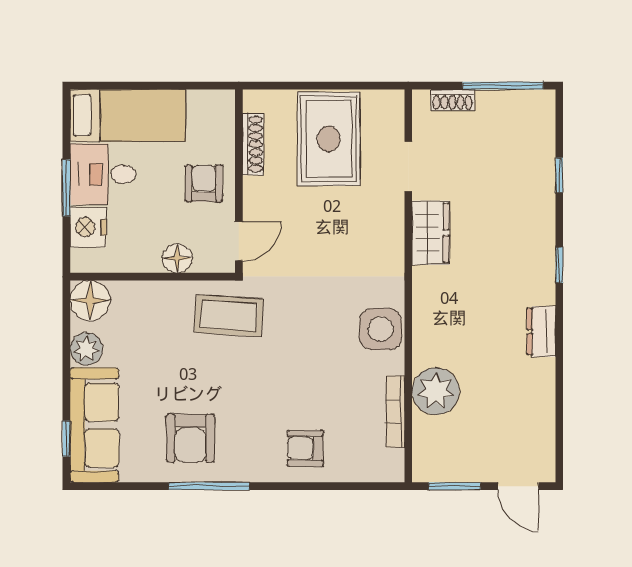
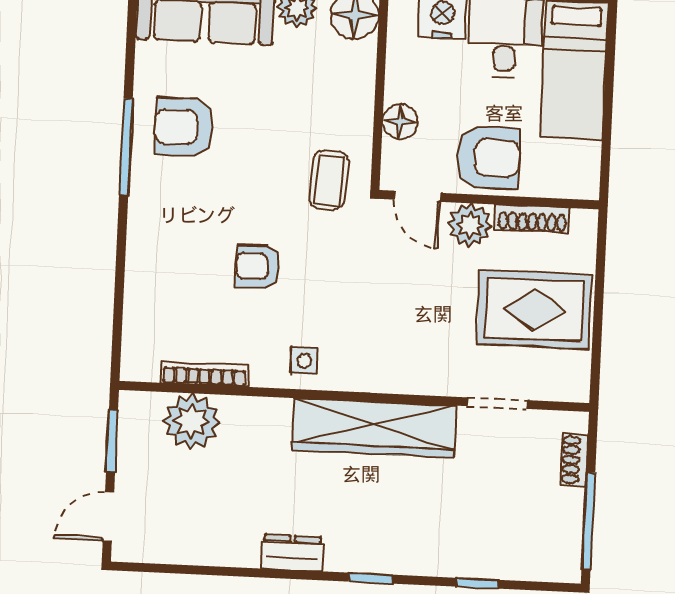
armchair: (204, 183) -> (488, 158), width x1.38, depth x1.38
plant: (261, 196) -> (470, 225), added
wardrobe: (431, 233) -> (374, 428), width x2.10, depth x1.17
coffee table: (229, 316) -> (329, 180), width x0.73, depth x0.77
side table: (381, 329) -> (304, 361), width x0.54, depth x0.54
plant: (436, 391) -> (191, 421), moved
armchair: (305, 448) -> (258, 267), moved, turned -90

